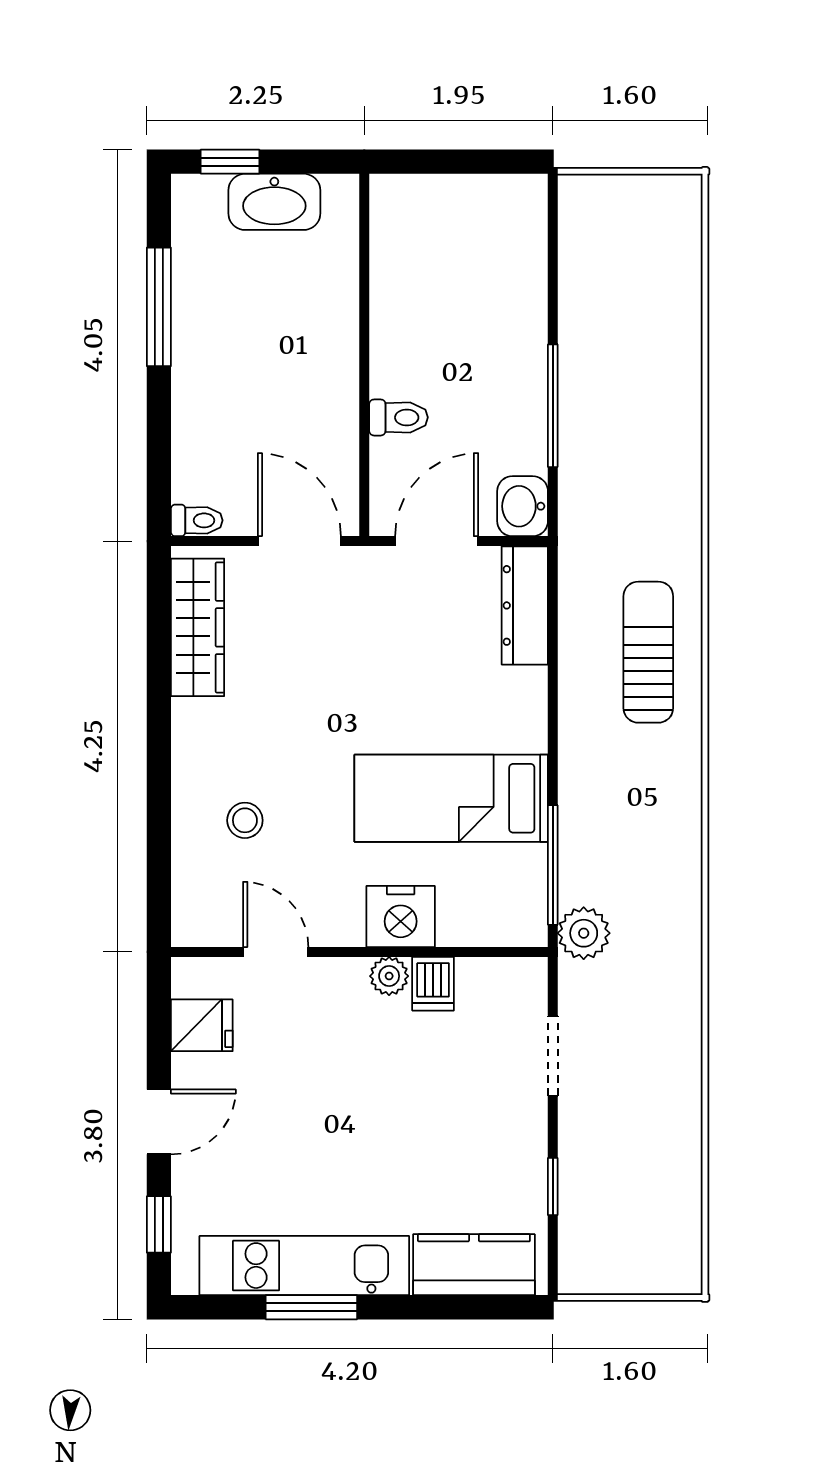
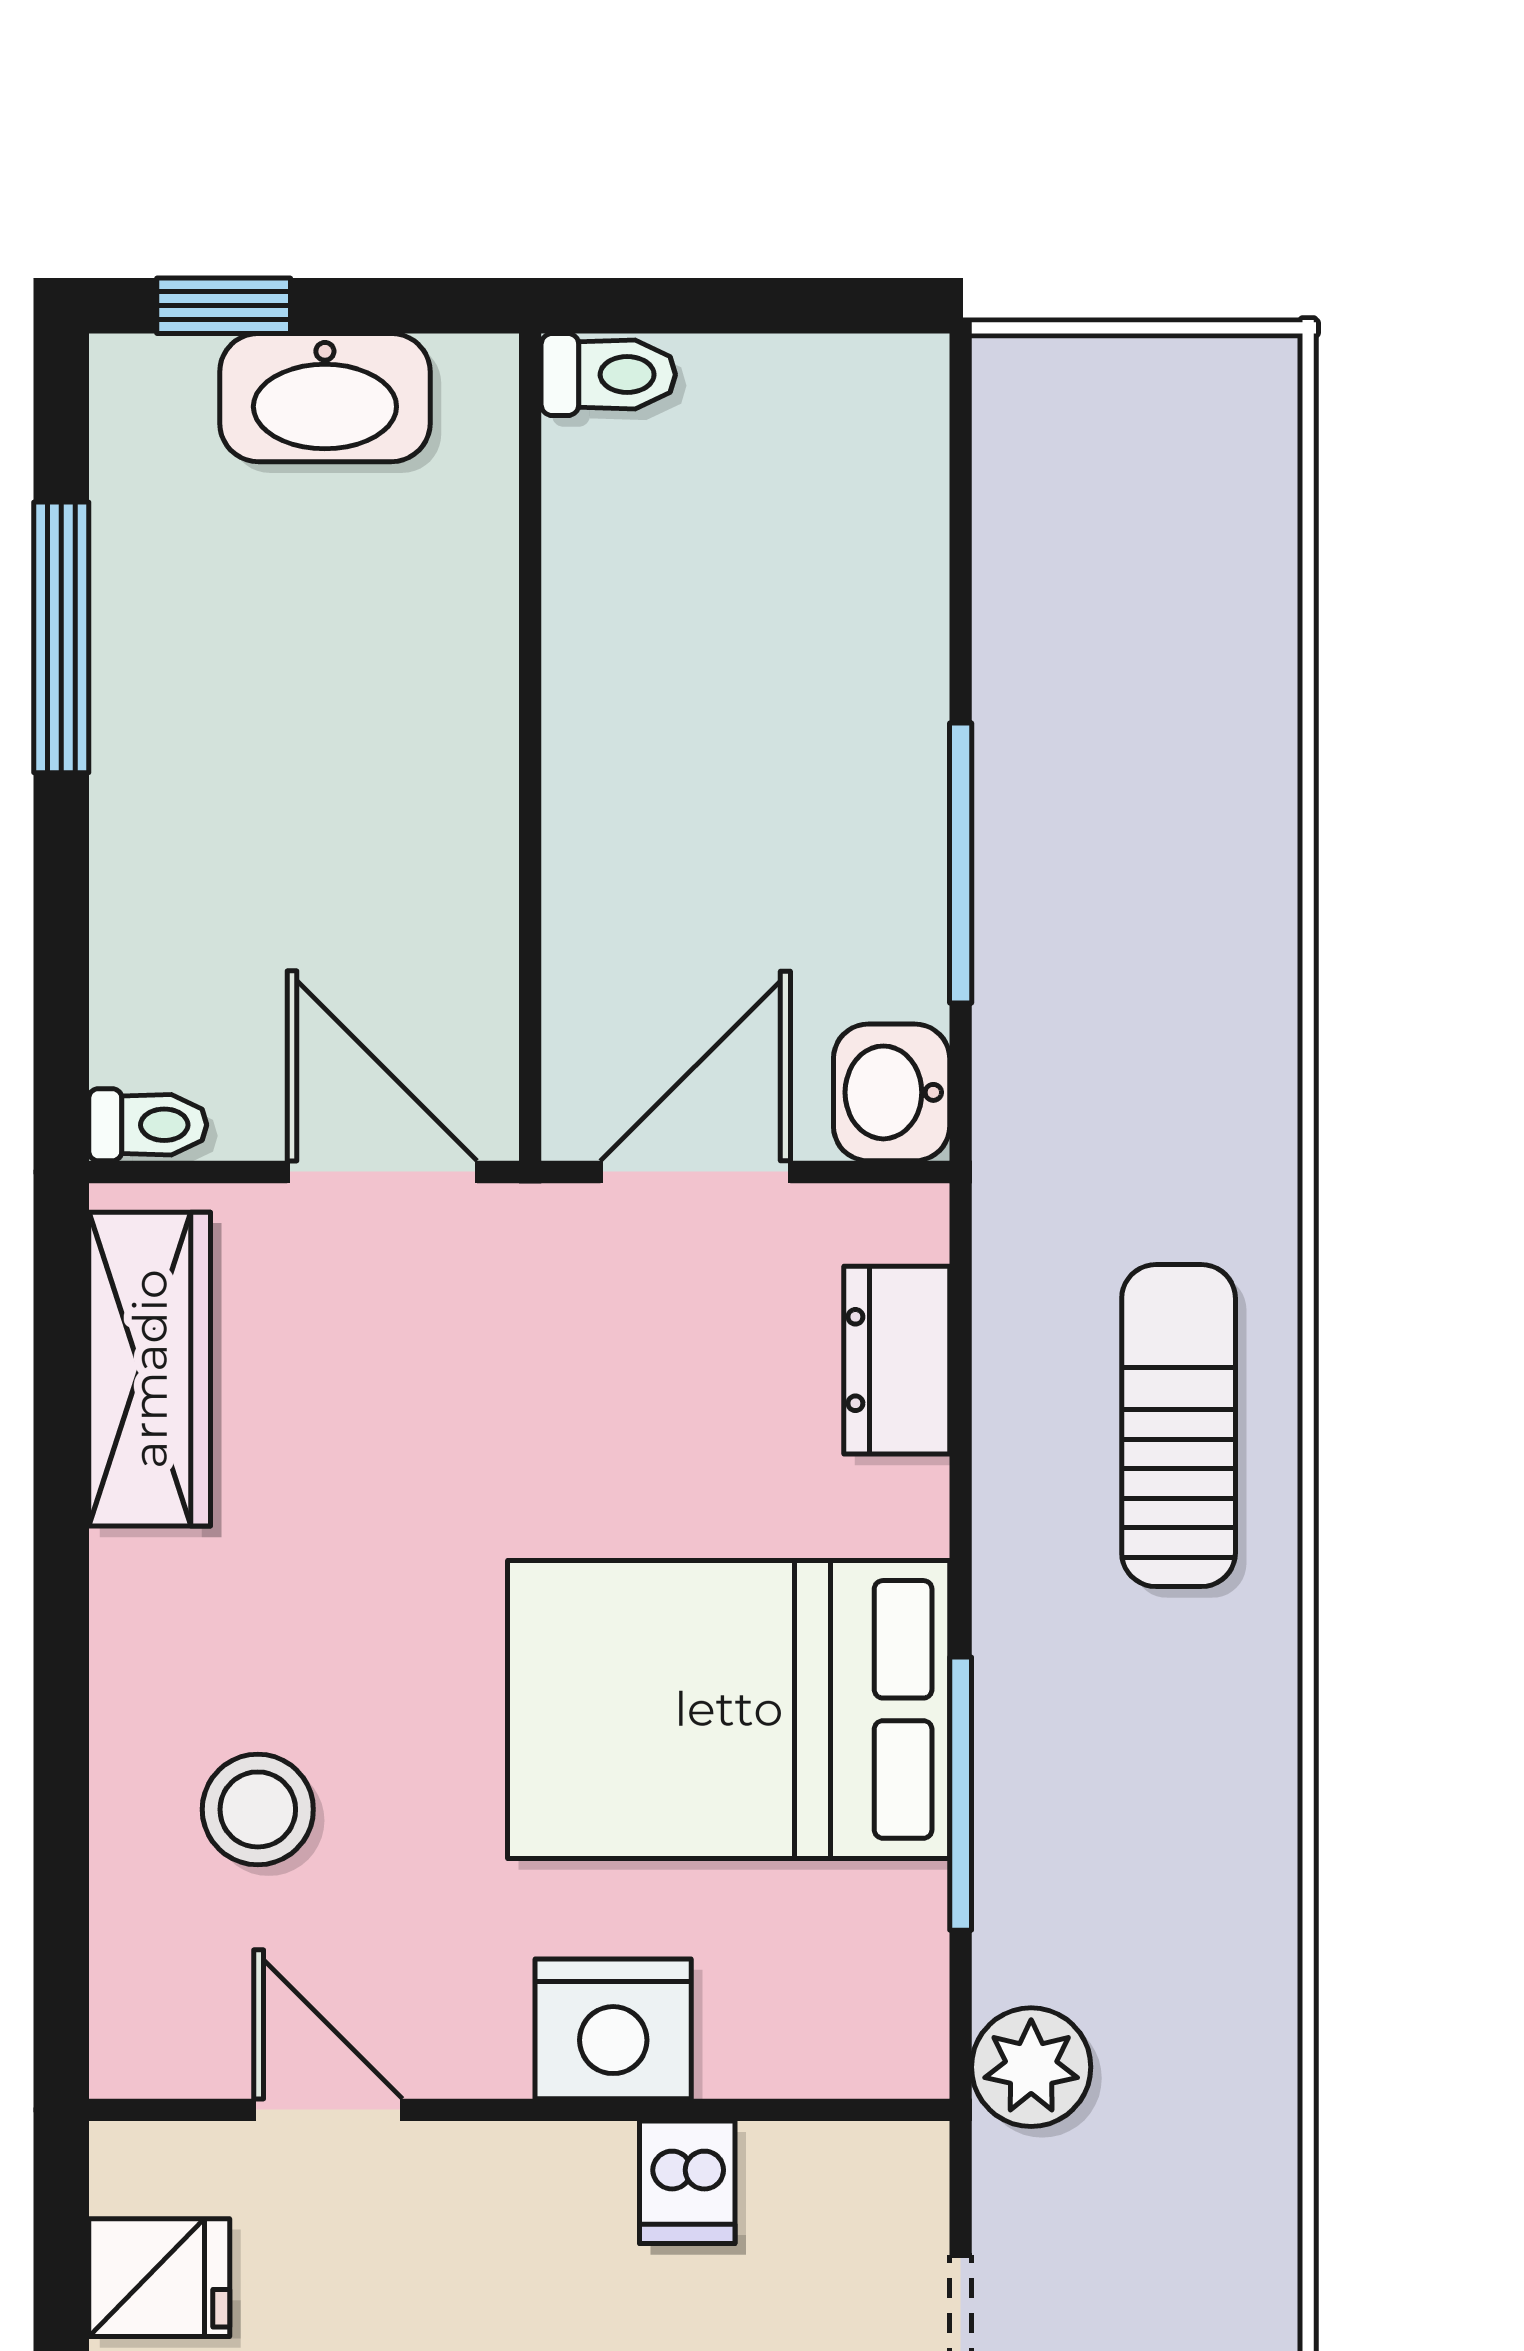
toilet: (398, 417) -> (608, 375), moved
dresser: (525, 605) -> (897, 1360), width x0.70
bed: (451, 798) -> (729, 1709), width x1.50
stool: (245, 820) -> (258, 1809), width x1.37, depth x1.37
window: (553, 865) -> (961, 1794), moved
plant: (389, 976) -> (587, 2165), removed

